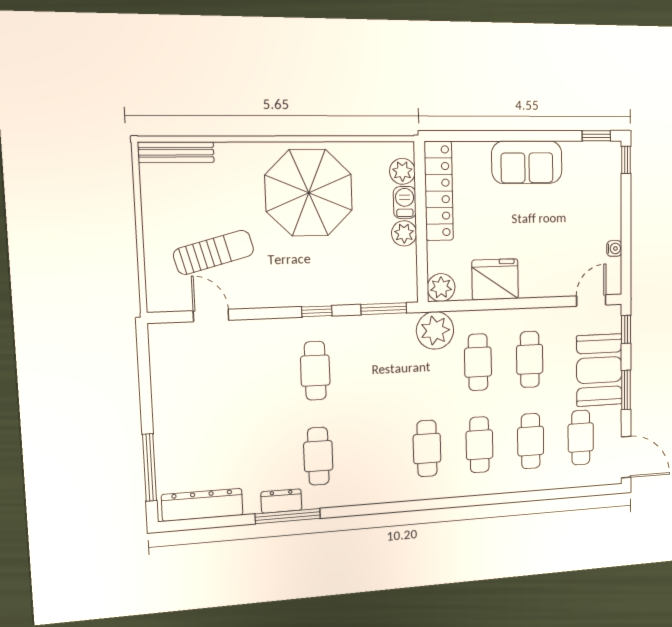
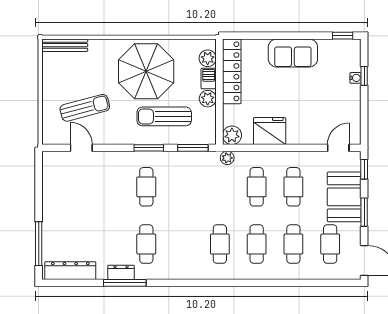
window: (626, 160) -> (364, 76), moved
water cooler: (614, 248) -> (355, 78), moved
sun lounger: (339, 262) -> (164, 116), added
window: (317, 311) -> (149, 148), width x1.50
plant: (435, 330) -> (227, 158), width x0.53, depth x0.53

